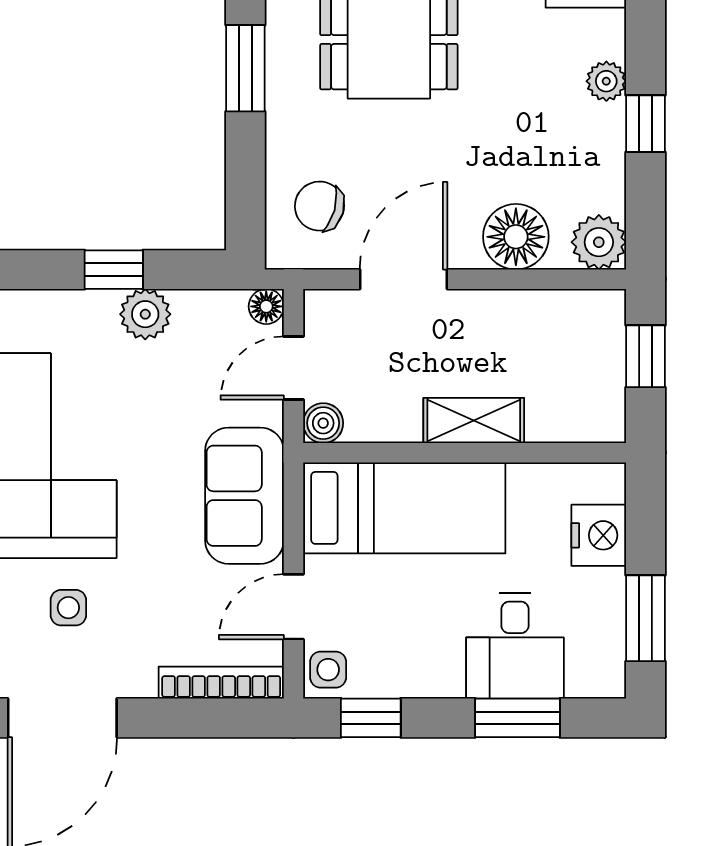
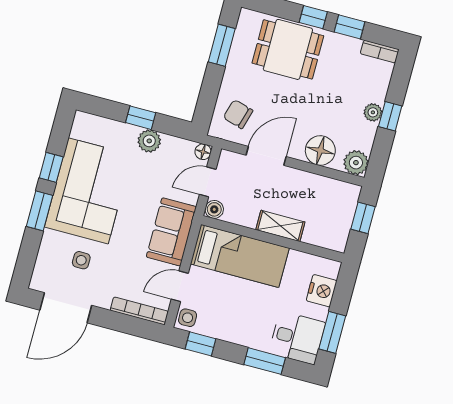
plant: (606, 81) -> (373, 112), moved
desk: (515, 646) -> (297, 338), moved, turned -90

